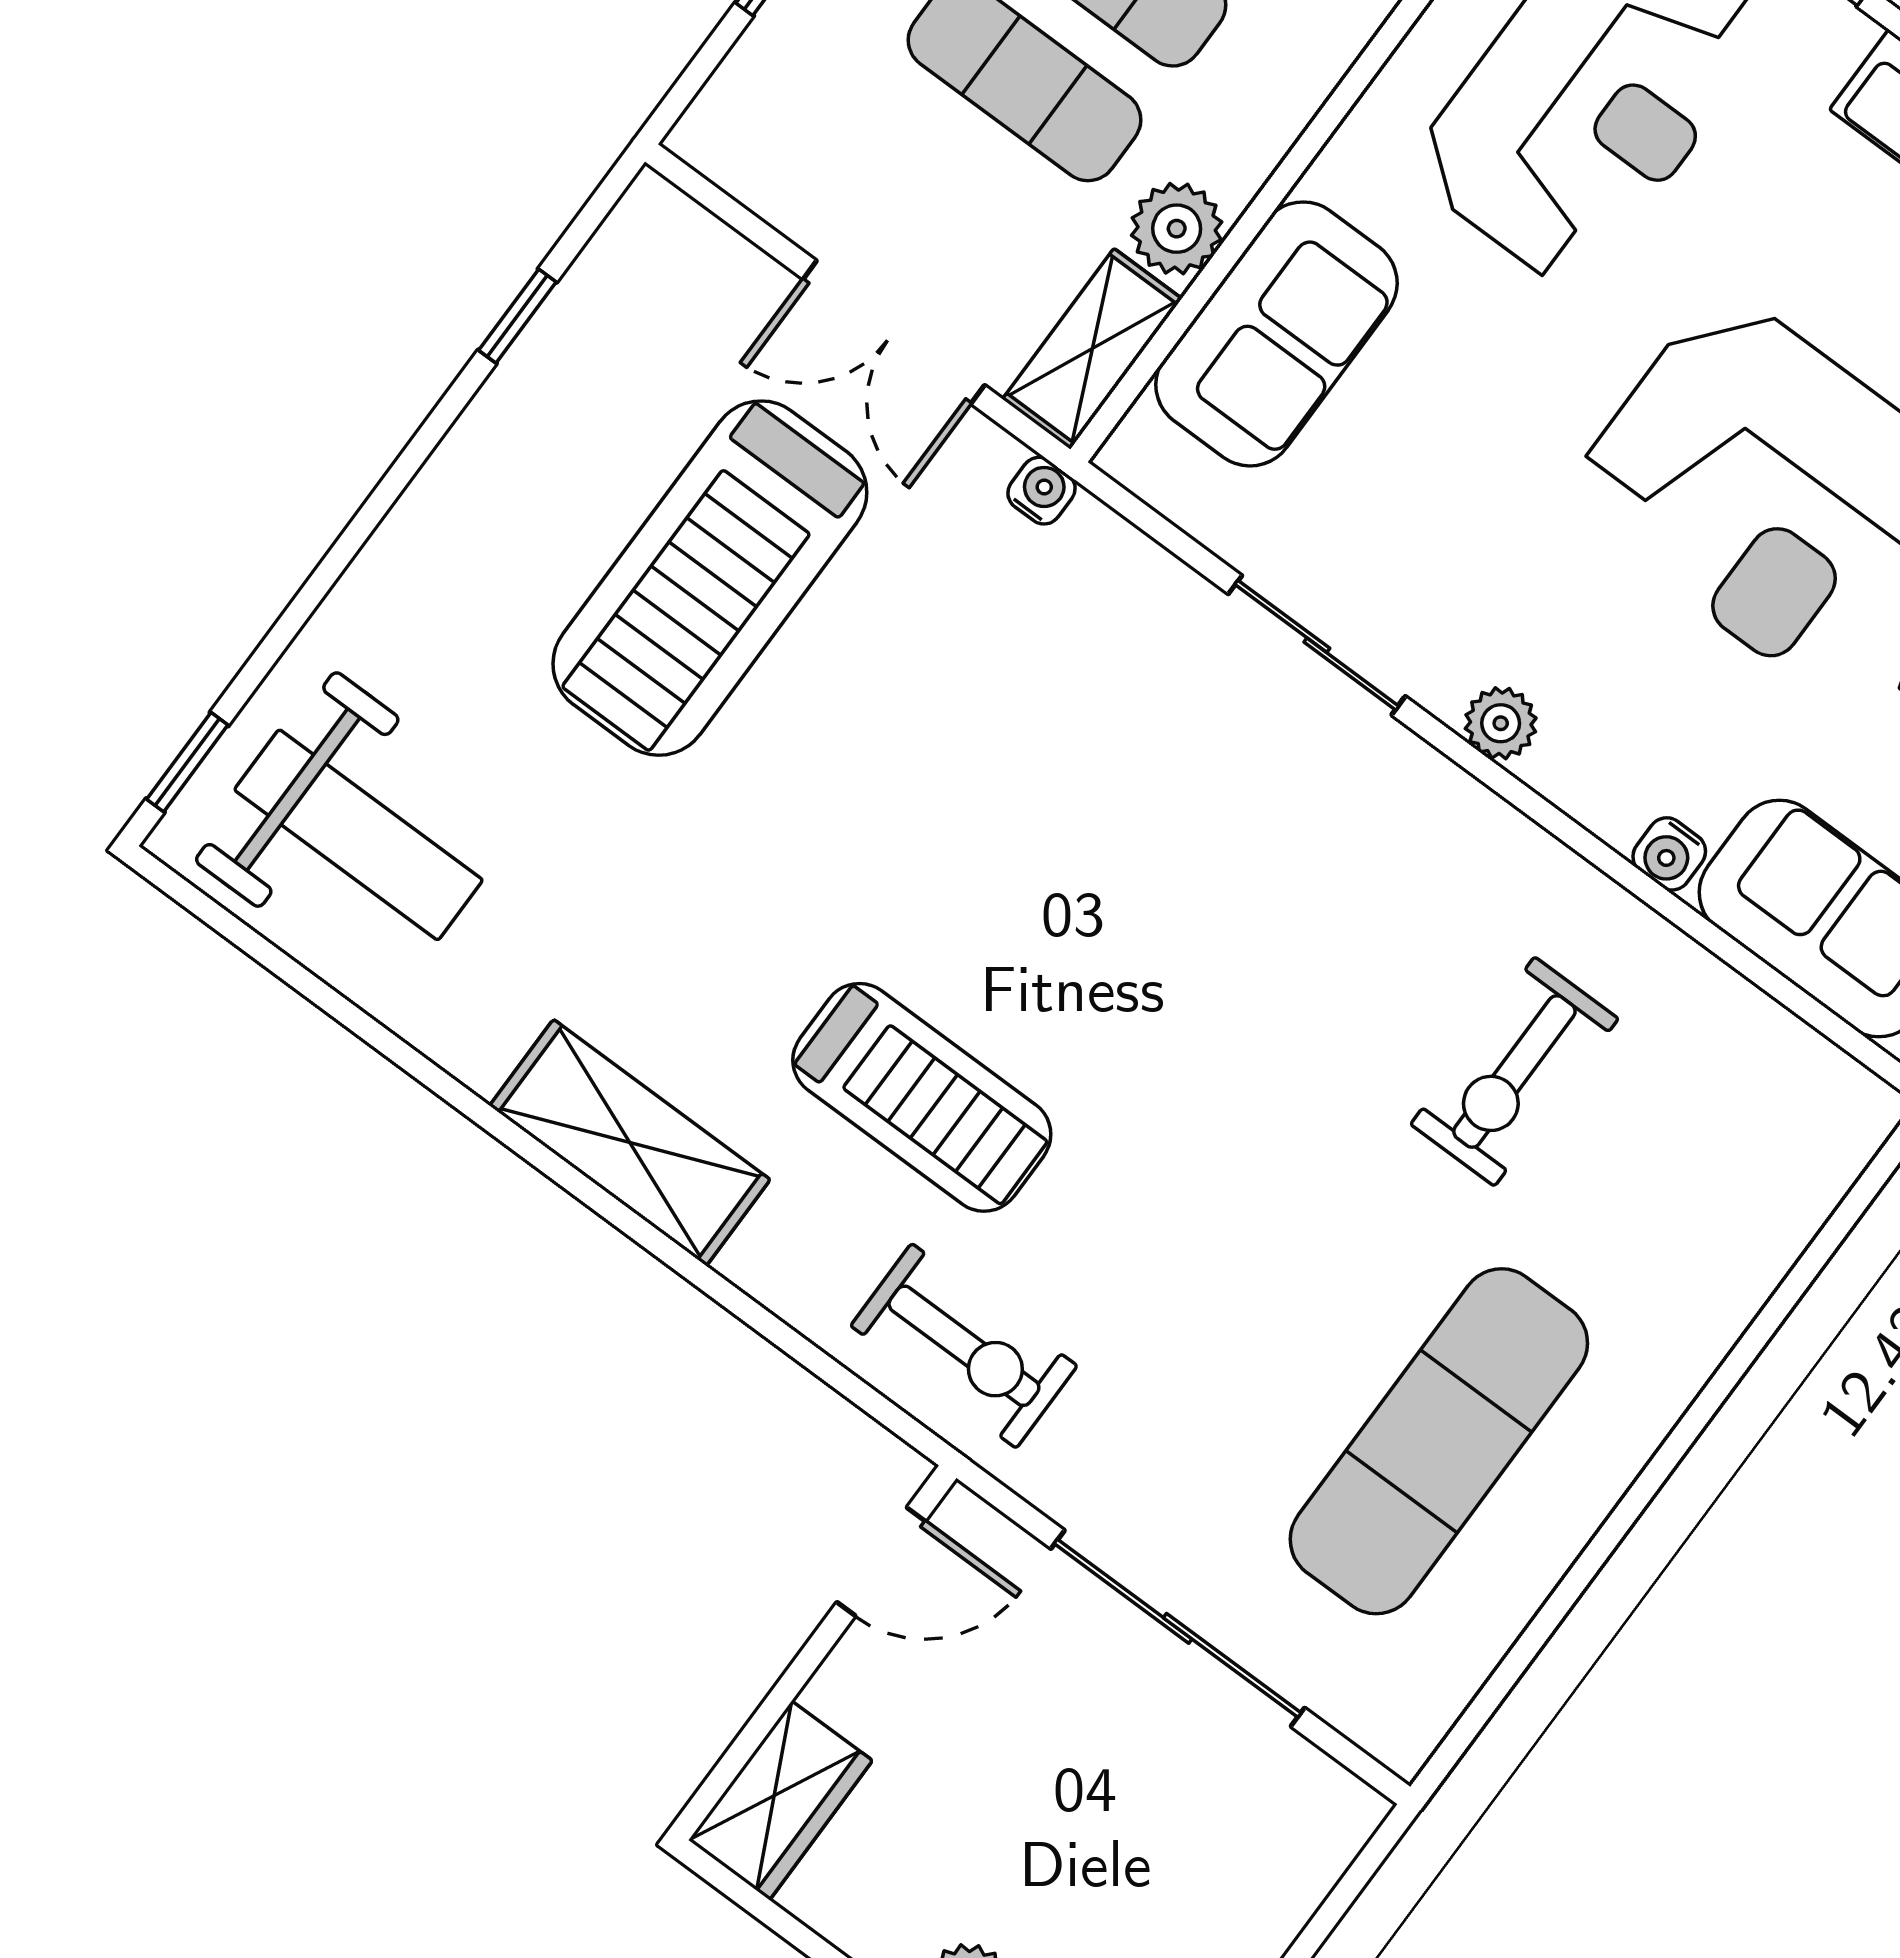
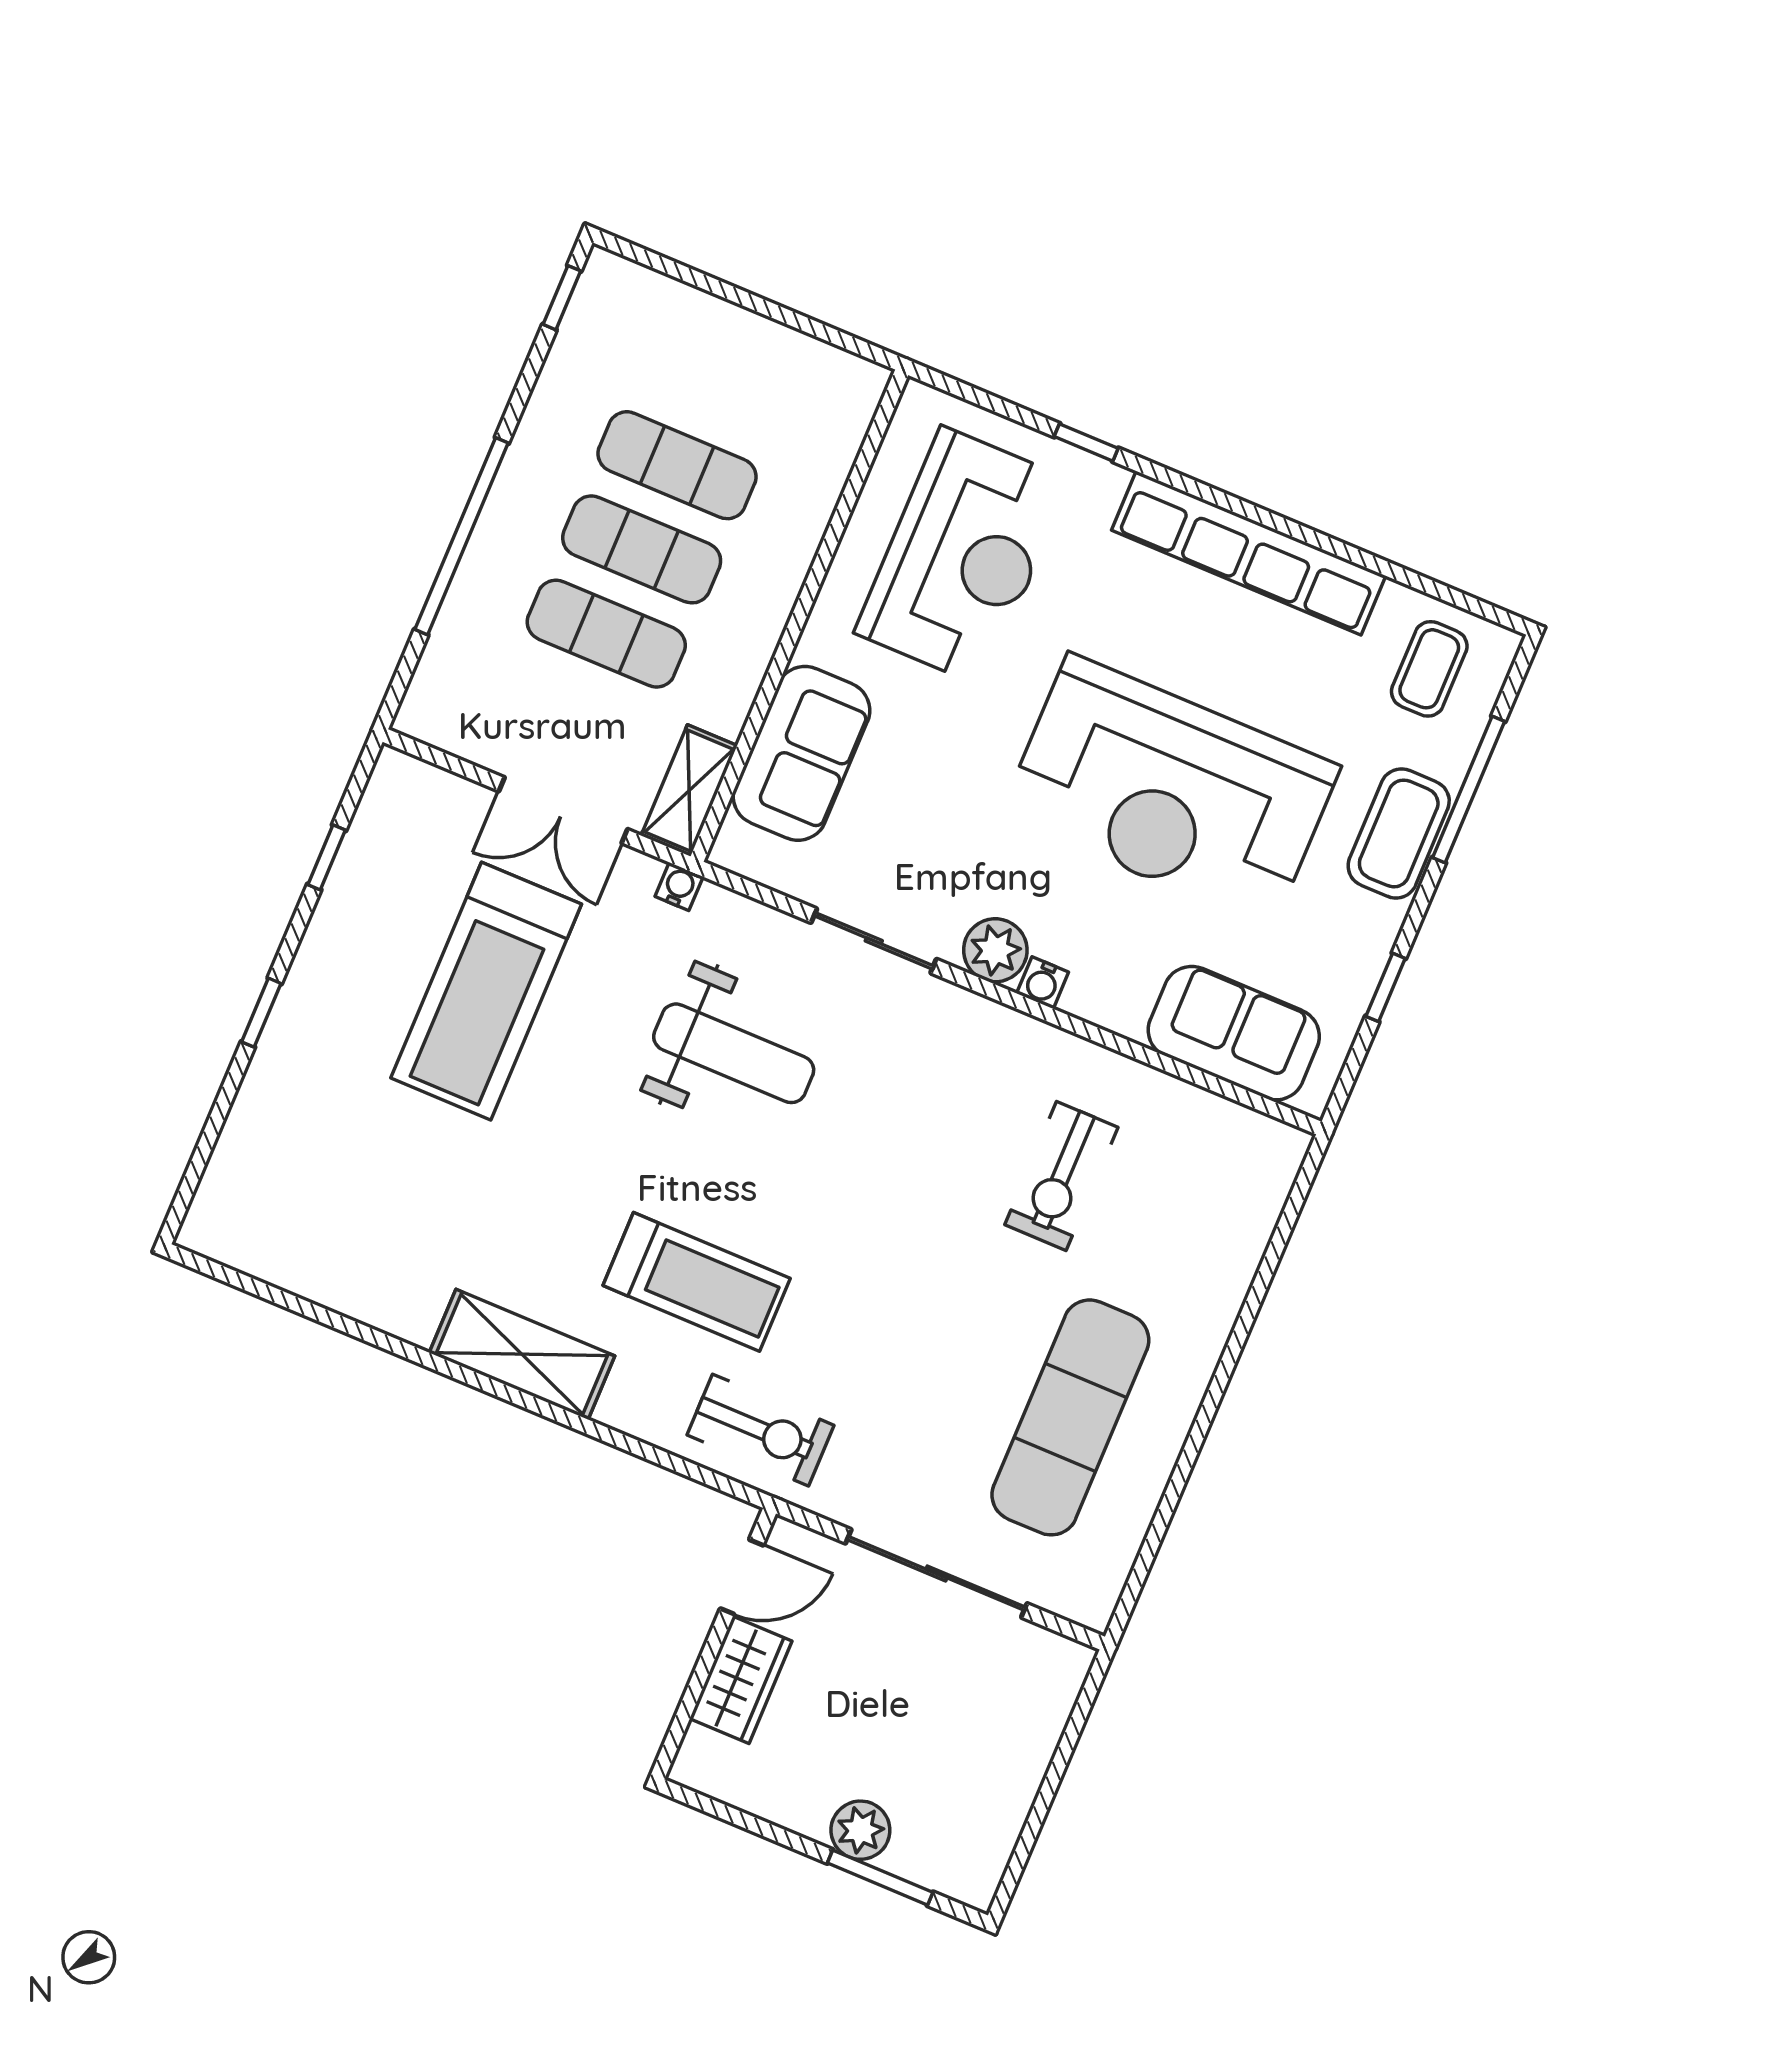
plant: (1177, 229) -> (723, 703), removed
plant: (1501, 723) -> (995, 950), width x1.38, depth x1.38
window: (187, 762) -> (261, 1013), moved
weight bench: (359, 835) -> (734, 1053), moved
water cooler: (1669, 854) -> (1043, 983), moved
wardrobe: (781, 1800) -> (741, 1680), moved

